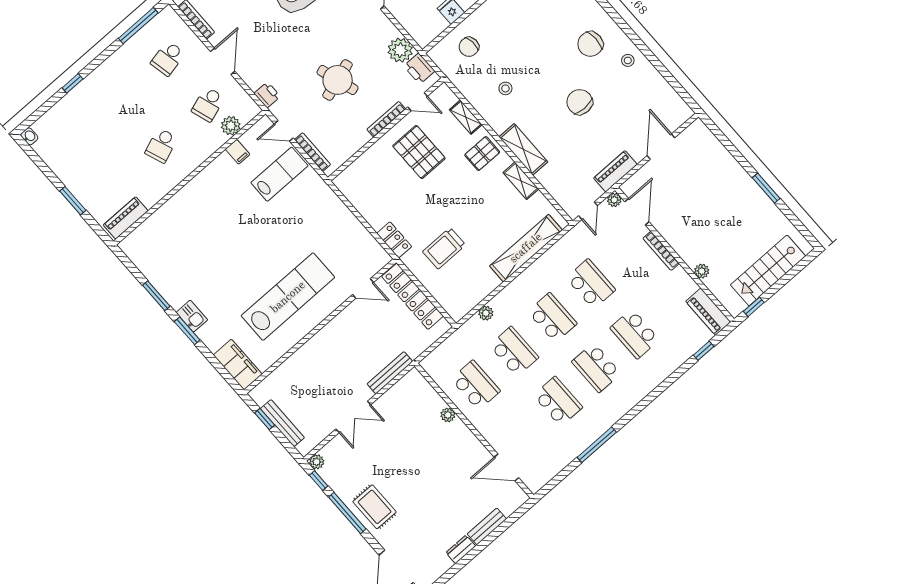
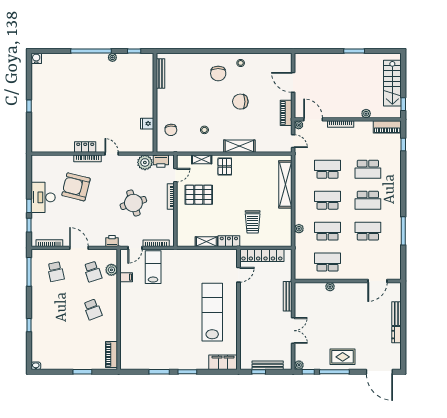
shelving: (521, 181) -> (206, 242), moved
kitchen sink: (192, 316) -> (183, 364), removed

